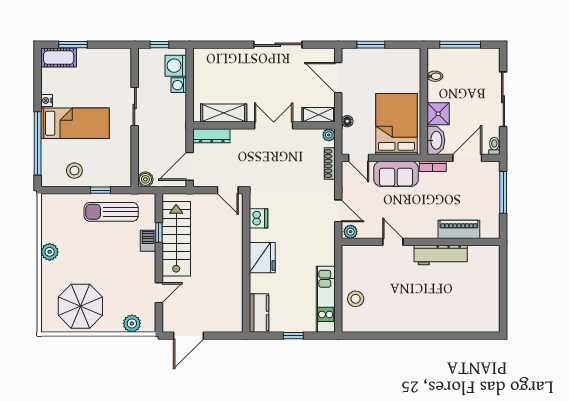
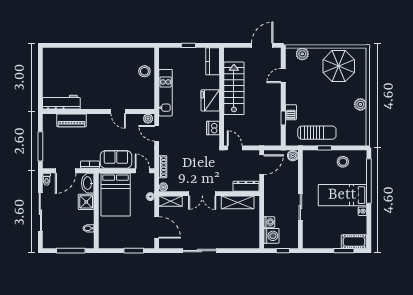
stairs: (176, 239) -> (234, 88), moved, turned 180
workbench: (441, 255) -> (61, 102), moved
kitchen unit: (326, 299) -> (166, 93), moved

